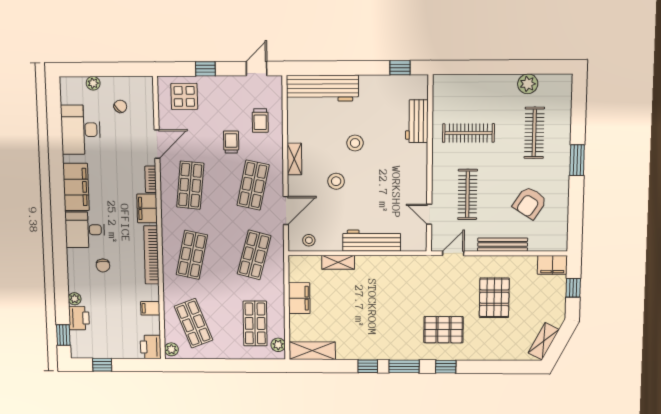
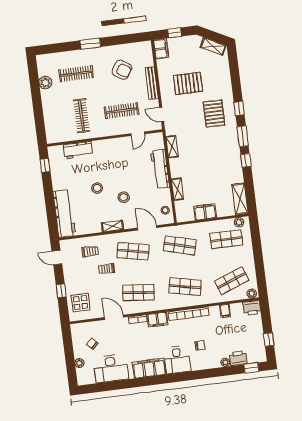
shelving: (403, 262) -> (172, 147), added

